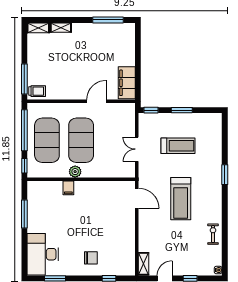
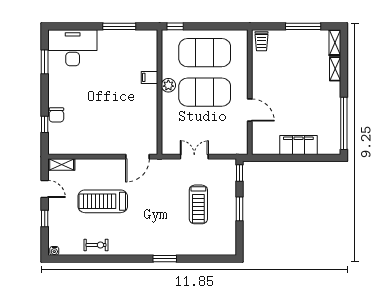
window: (108, 20) -> (344, 123), width x1.46
window: (24, 79) -> (303, 26), moved
filing cabinet: (127, 83) -> (298, 145), moved
window: (24, 130) -> (216, 26), removed
treadmill: (181, 199) -> (103, 201), moved
chair: (91, 258) -> (56, 115), moved

